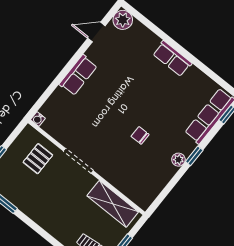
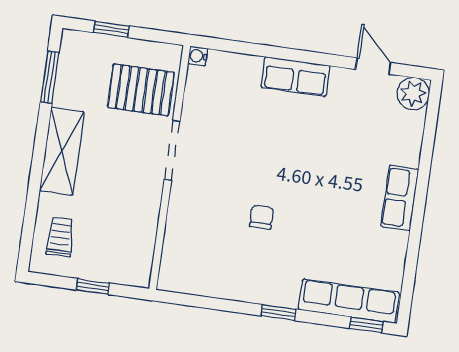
pallet: (38, 159) -> (141, 90), width x1.50, depth x1.42
plant: (178, 160) -> (260, 293), removed
shelving: (113, 204) -> (62, 151), moved

